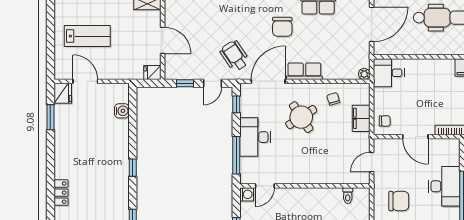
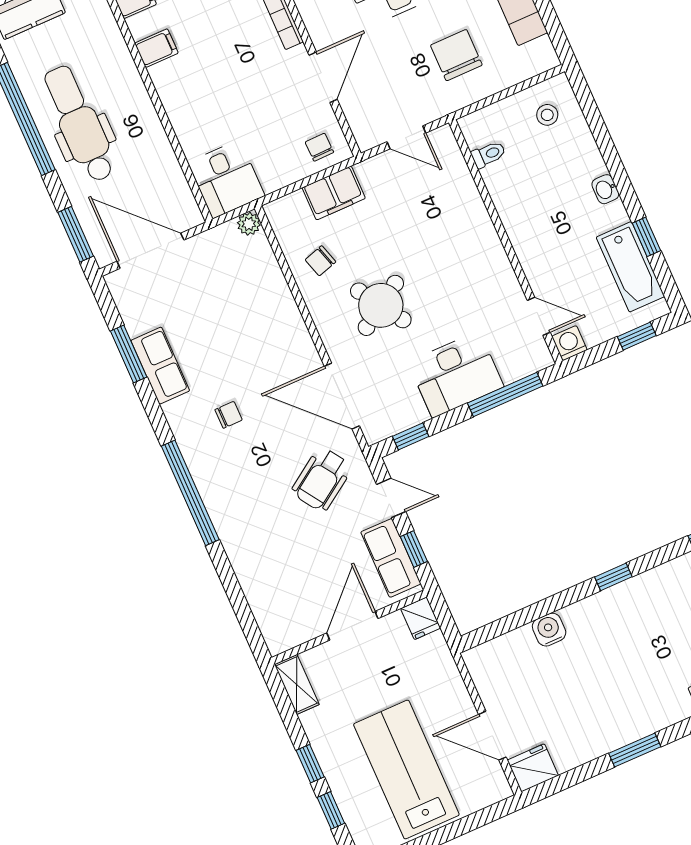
chair: (282, 27) -> (229, 415), width x0.54, depth x0.54
lab bench: (87, 36) -> (406, 770), width x1.36, depth x1.39
row of seats: (304, 71) -> (391, 558), moved
door: (85, 81) -> (492, 736), hinge flipped
water cooler: (122, 111) -> (549, 630), moved
window: (50, 117) -> (635, 750), moved

